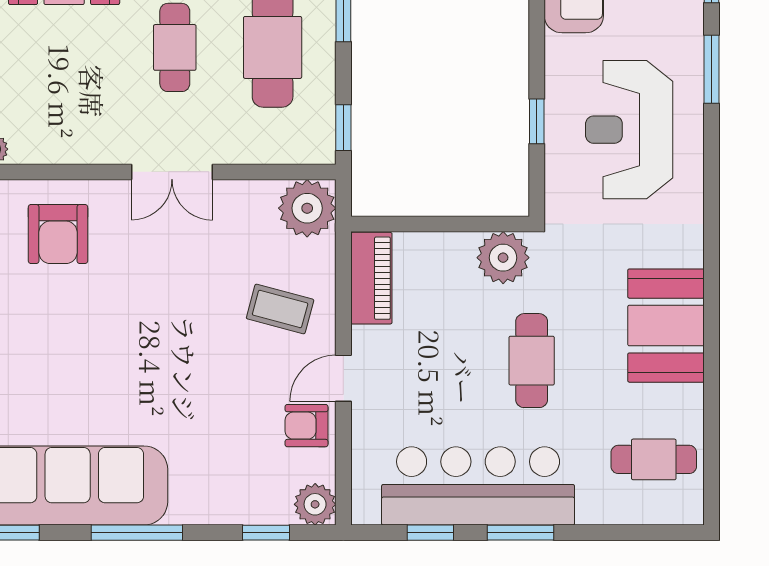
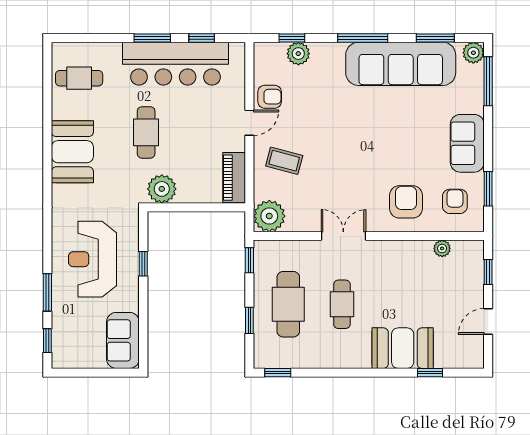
reception desk: (629, 130) -> (93, 259), turned 180
plant: (315, 504) -> (298, 54), moved

